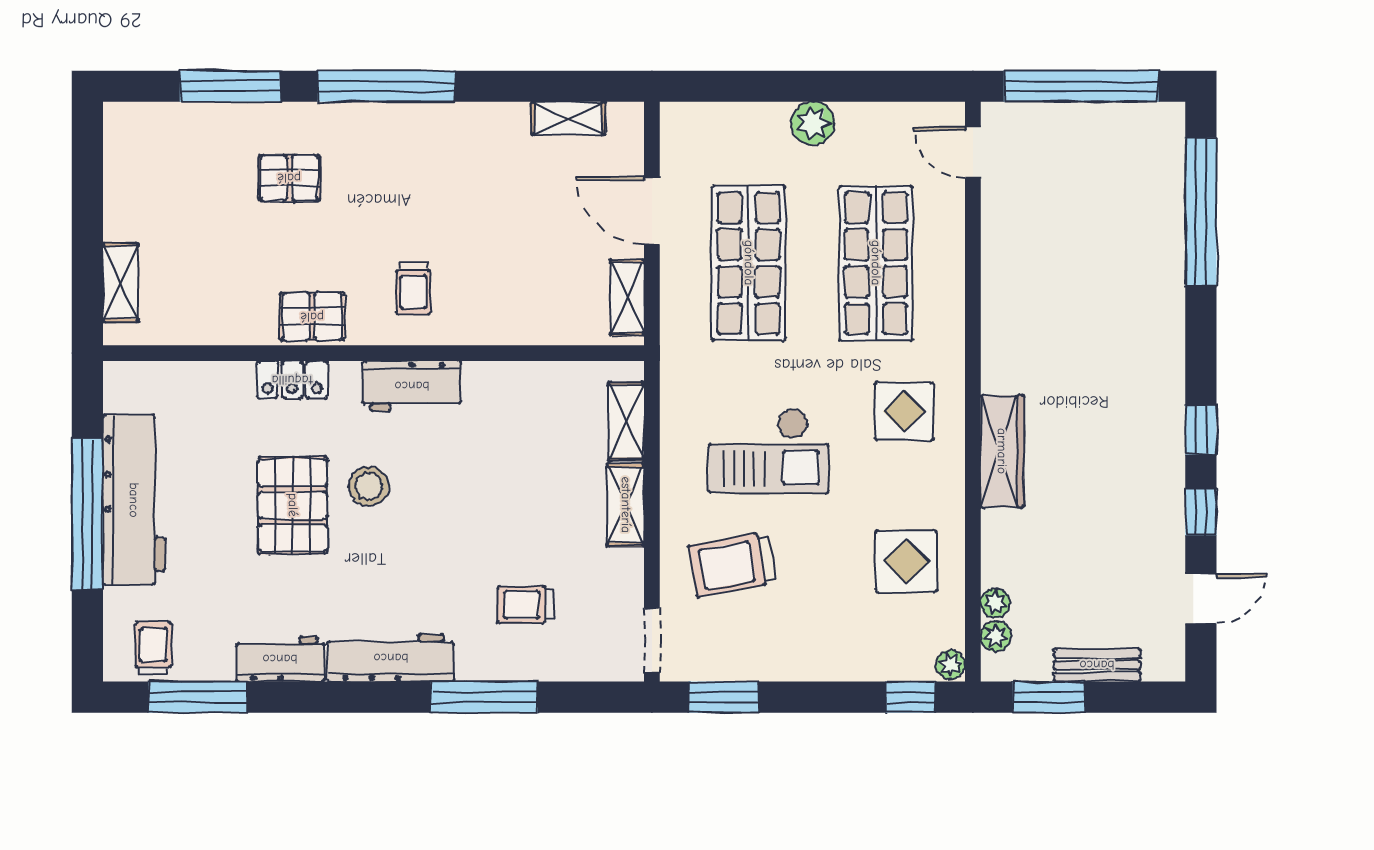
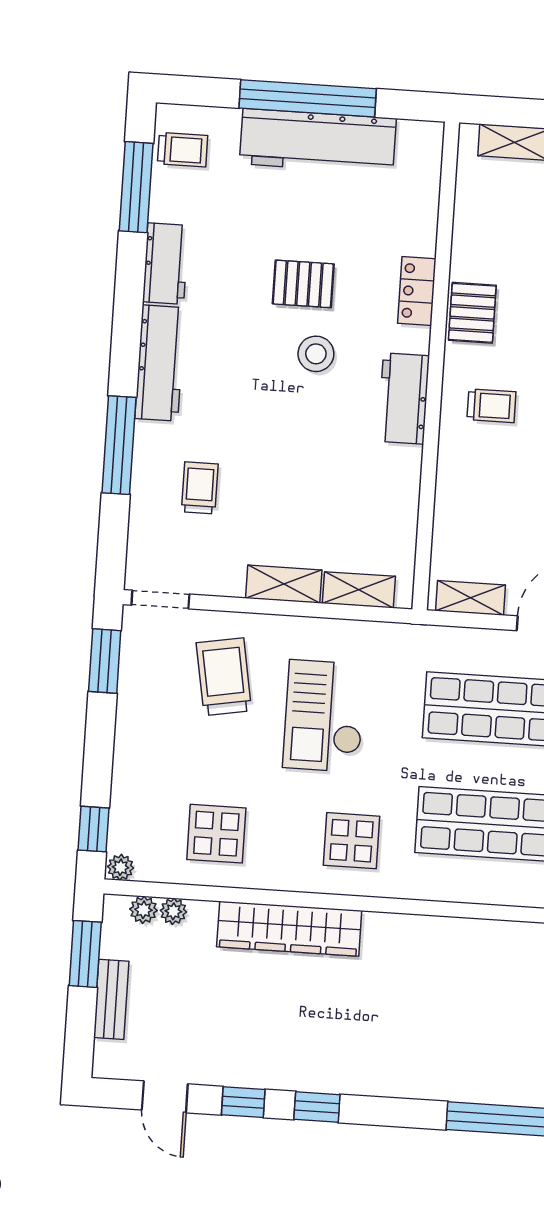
trolley: (413, 289) -> (491, 406), turned 180
wardrobe: (1002, 451) -> (289, 929), width x1.40, depth x1.17
pallet: (293, 505) -> (303, 284), width x0.67, depth x0.71

